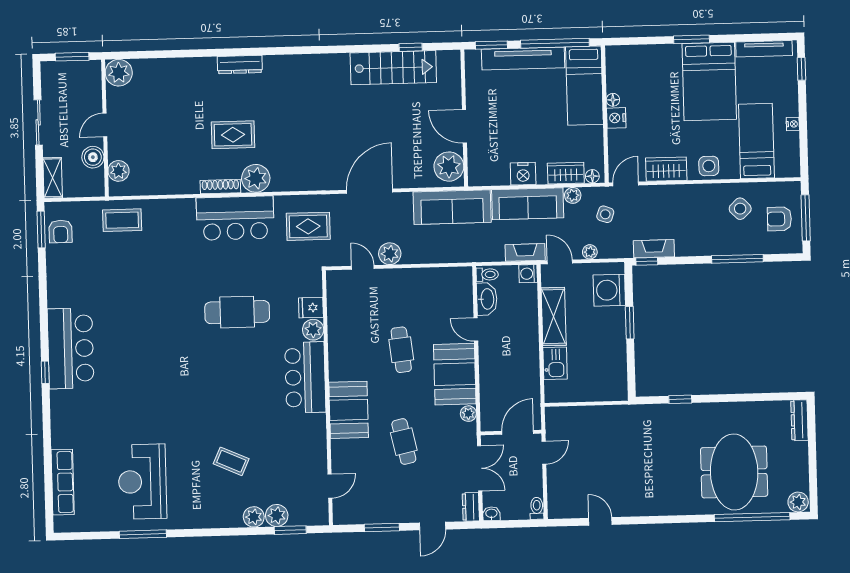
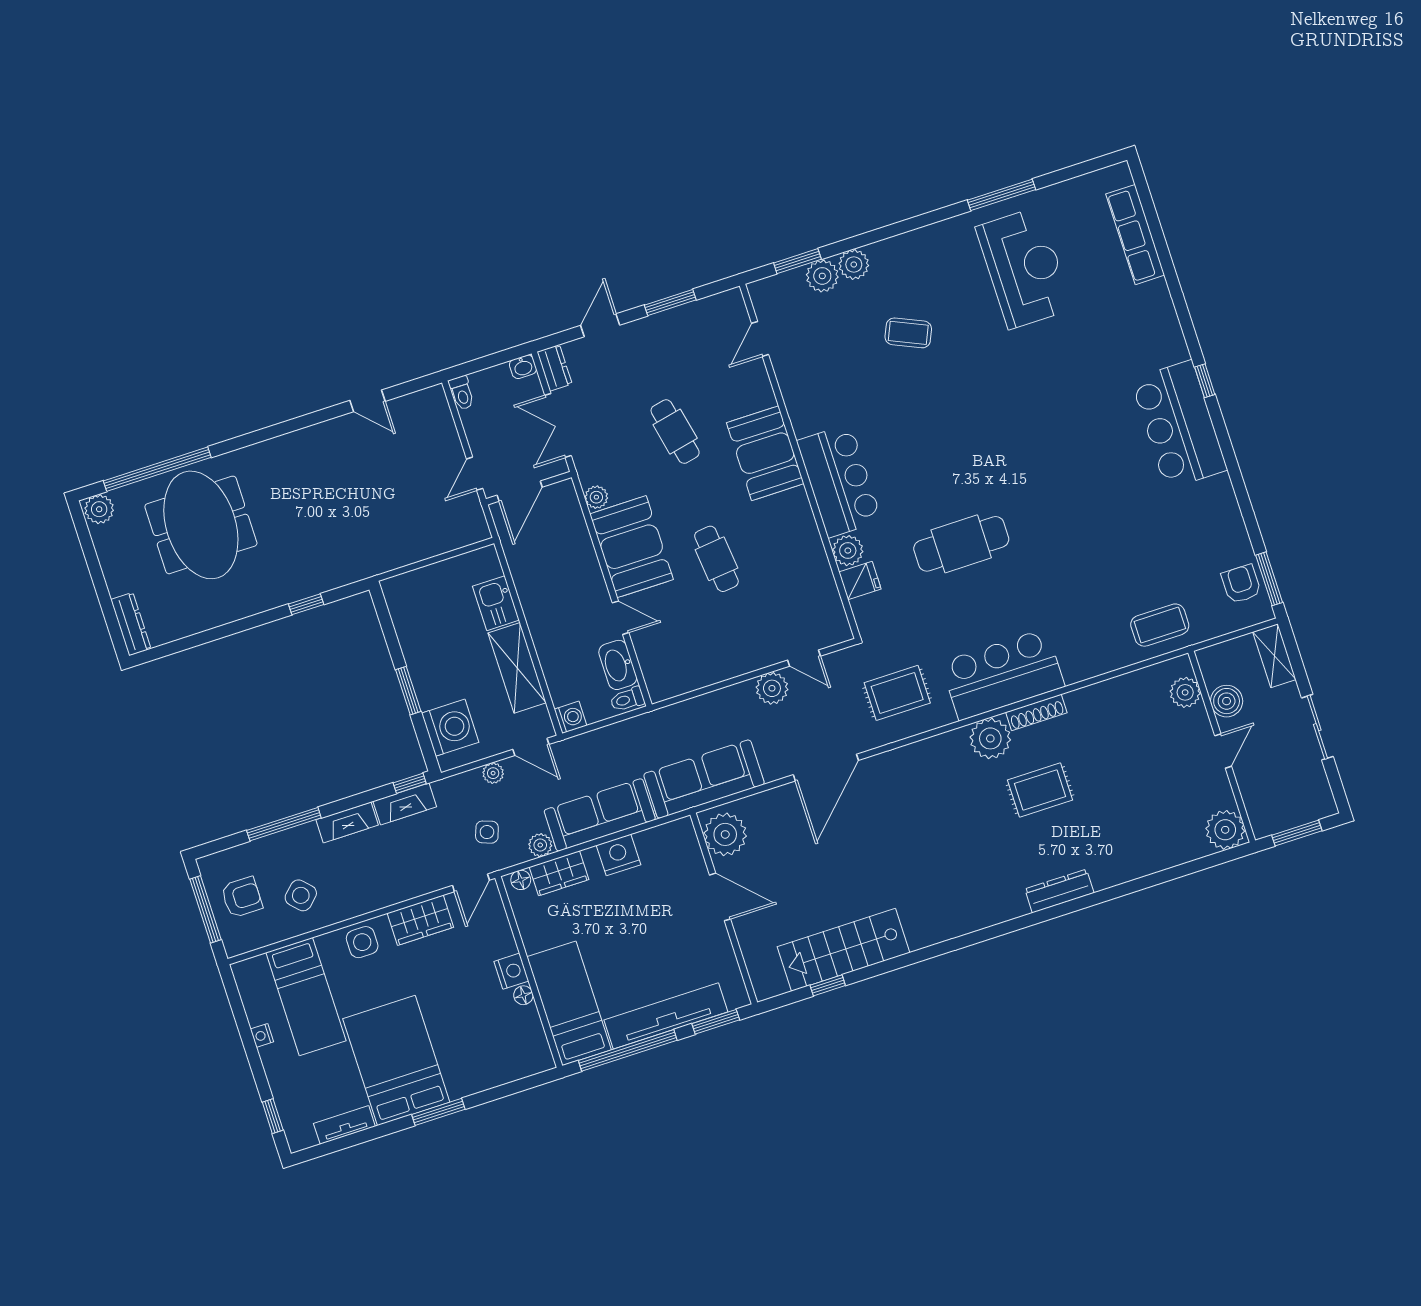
tv unit: (764, 49) -> (344, 1125), width x0.71
fireplace: (525, 252) -> (347, 822), moved

